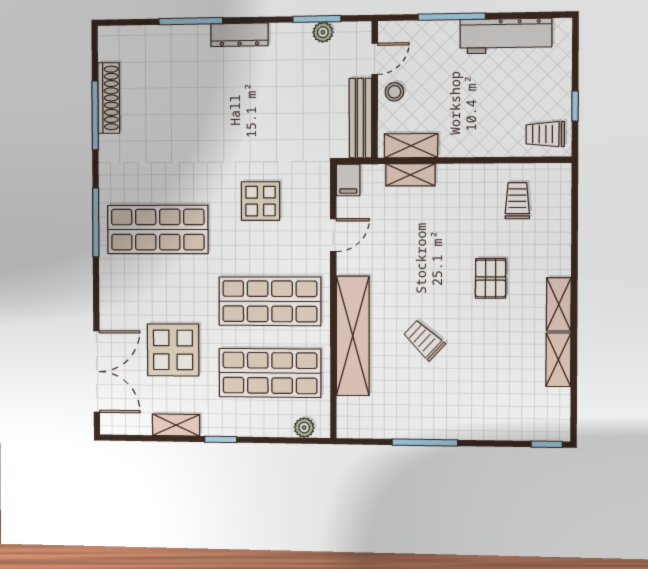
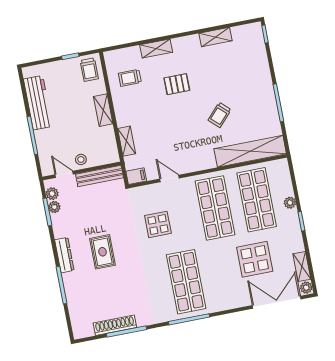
plant: (346, 33) -> (52, 194), added
rug: (233, 100) -> (103, 252), added
shelving: (411, 146) -> (103, 110), moved
shelving: (559, 304) -> (156, 48), moved
shelving: (353, 336) -> (250, 151), moved
plant: (111, 425) -> (306, 288), added
shelving: (176, 425) -> (302, 267), moved
plant: (304, 428) -> (290, 203), moved

